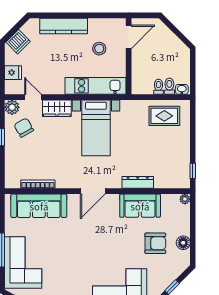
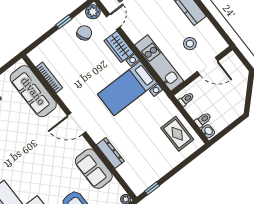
door: (129, 37) -> (207, 66), moved
toilet: (159, 87) -> (186, 99), moved

